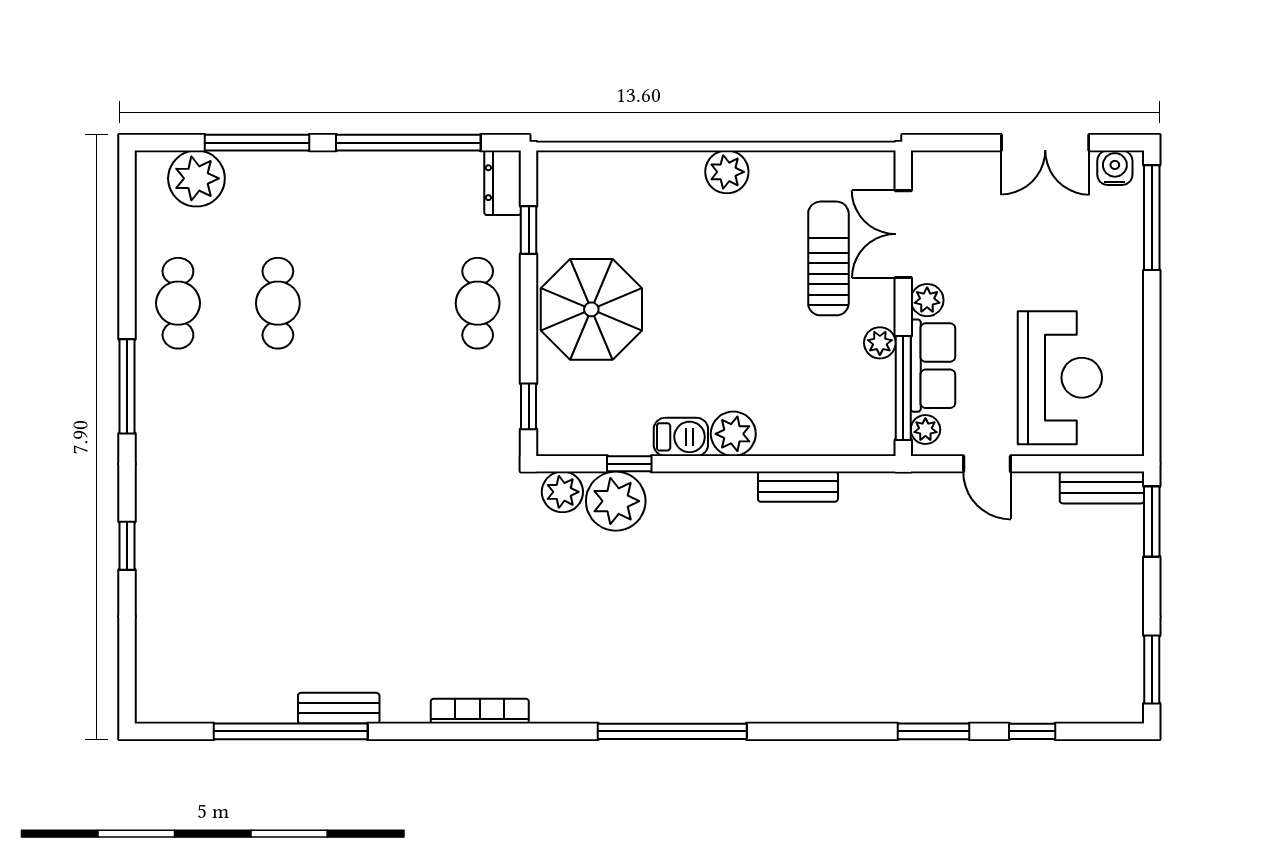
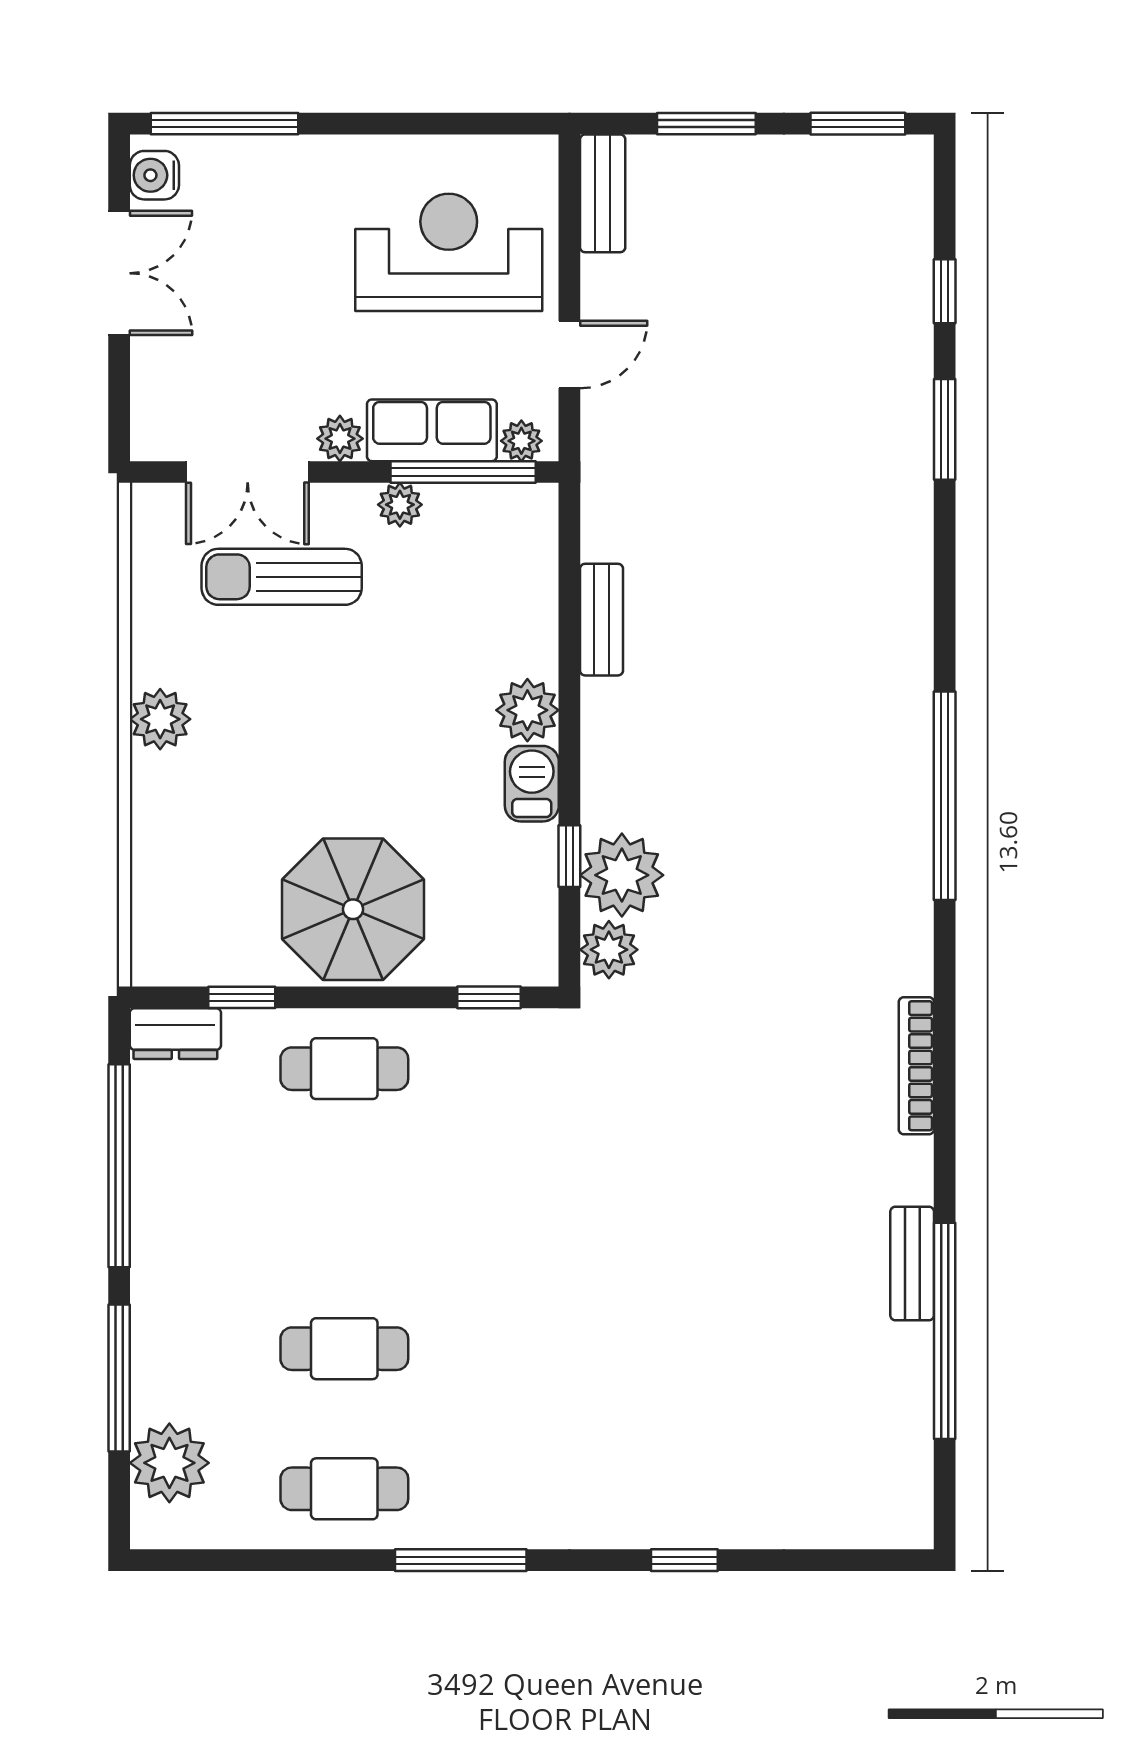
window: (1152, 521) -> (706, 124), moved

